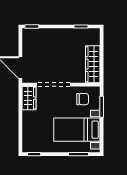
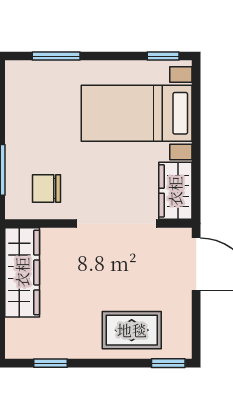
rug: (47, 40) -> (132, 330), added
bed with nightstands: (77, 130) -> (137, 113), moved, turned 180

